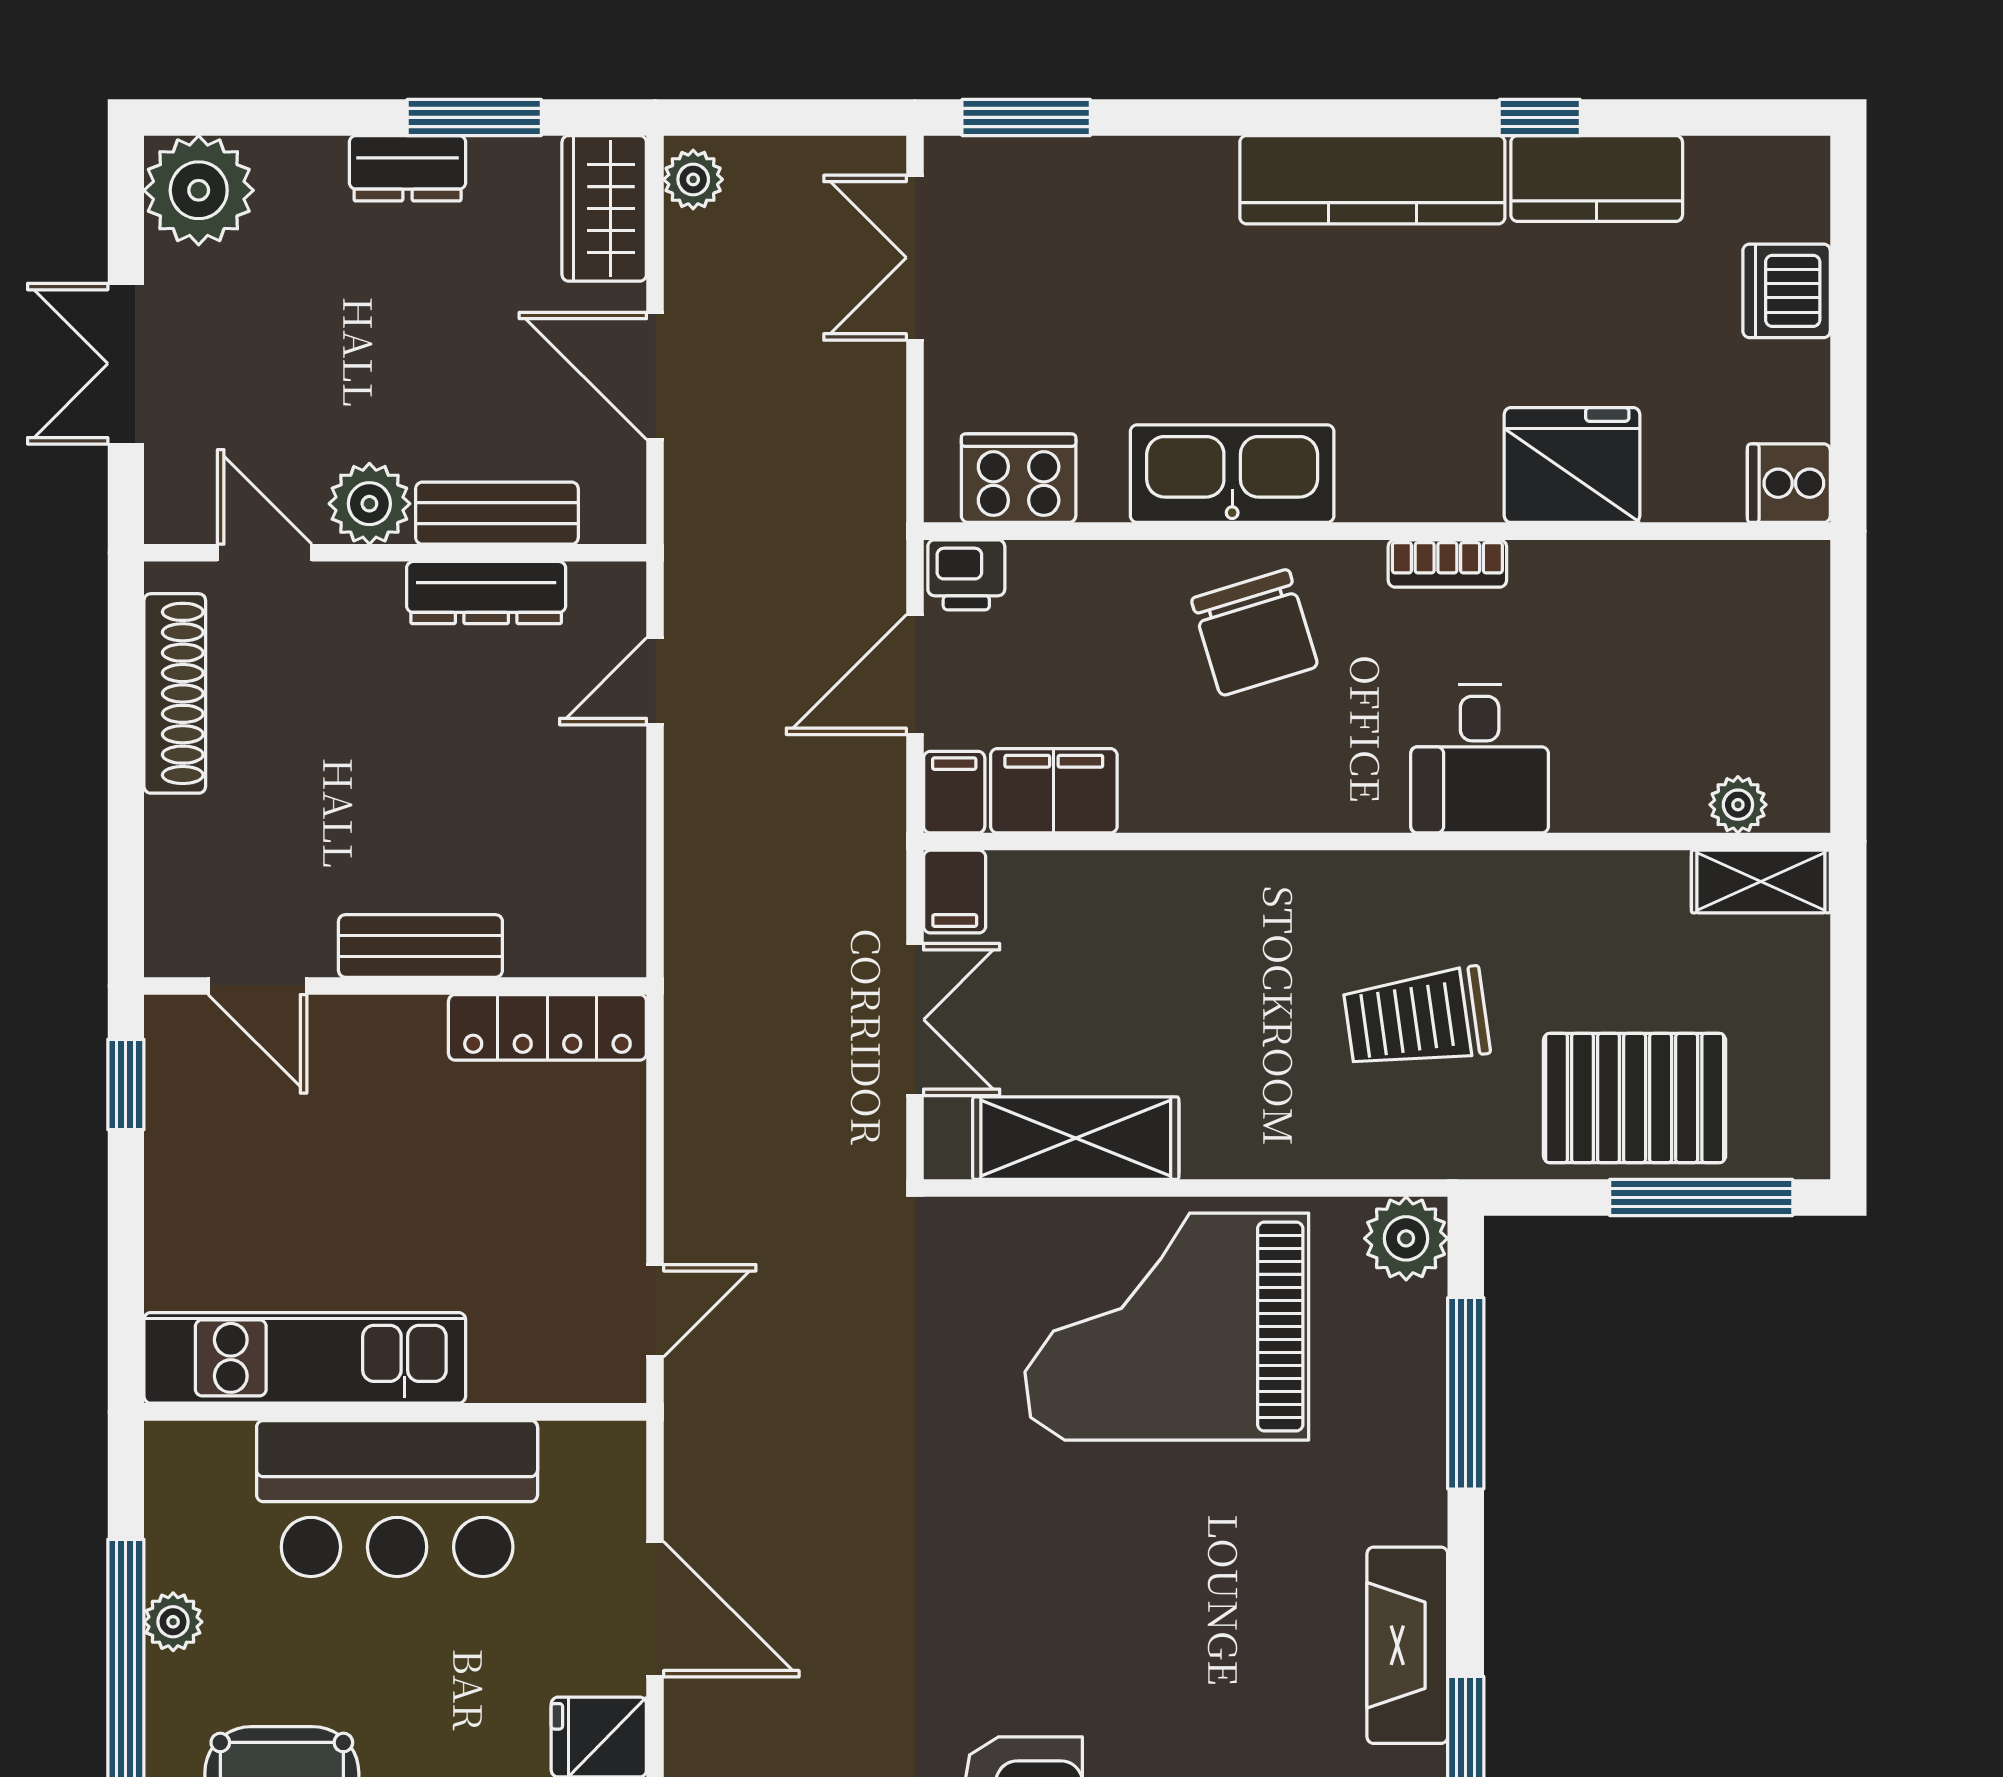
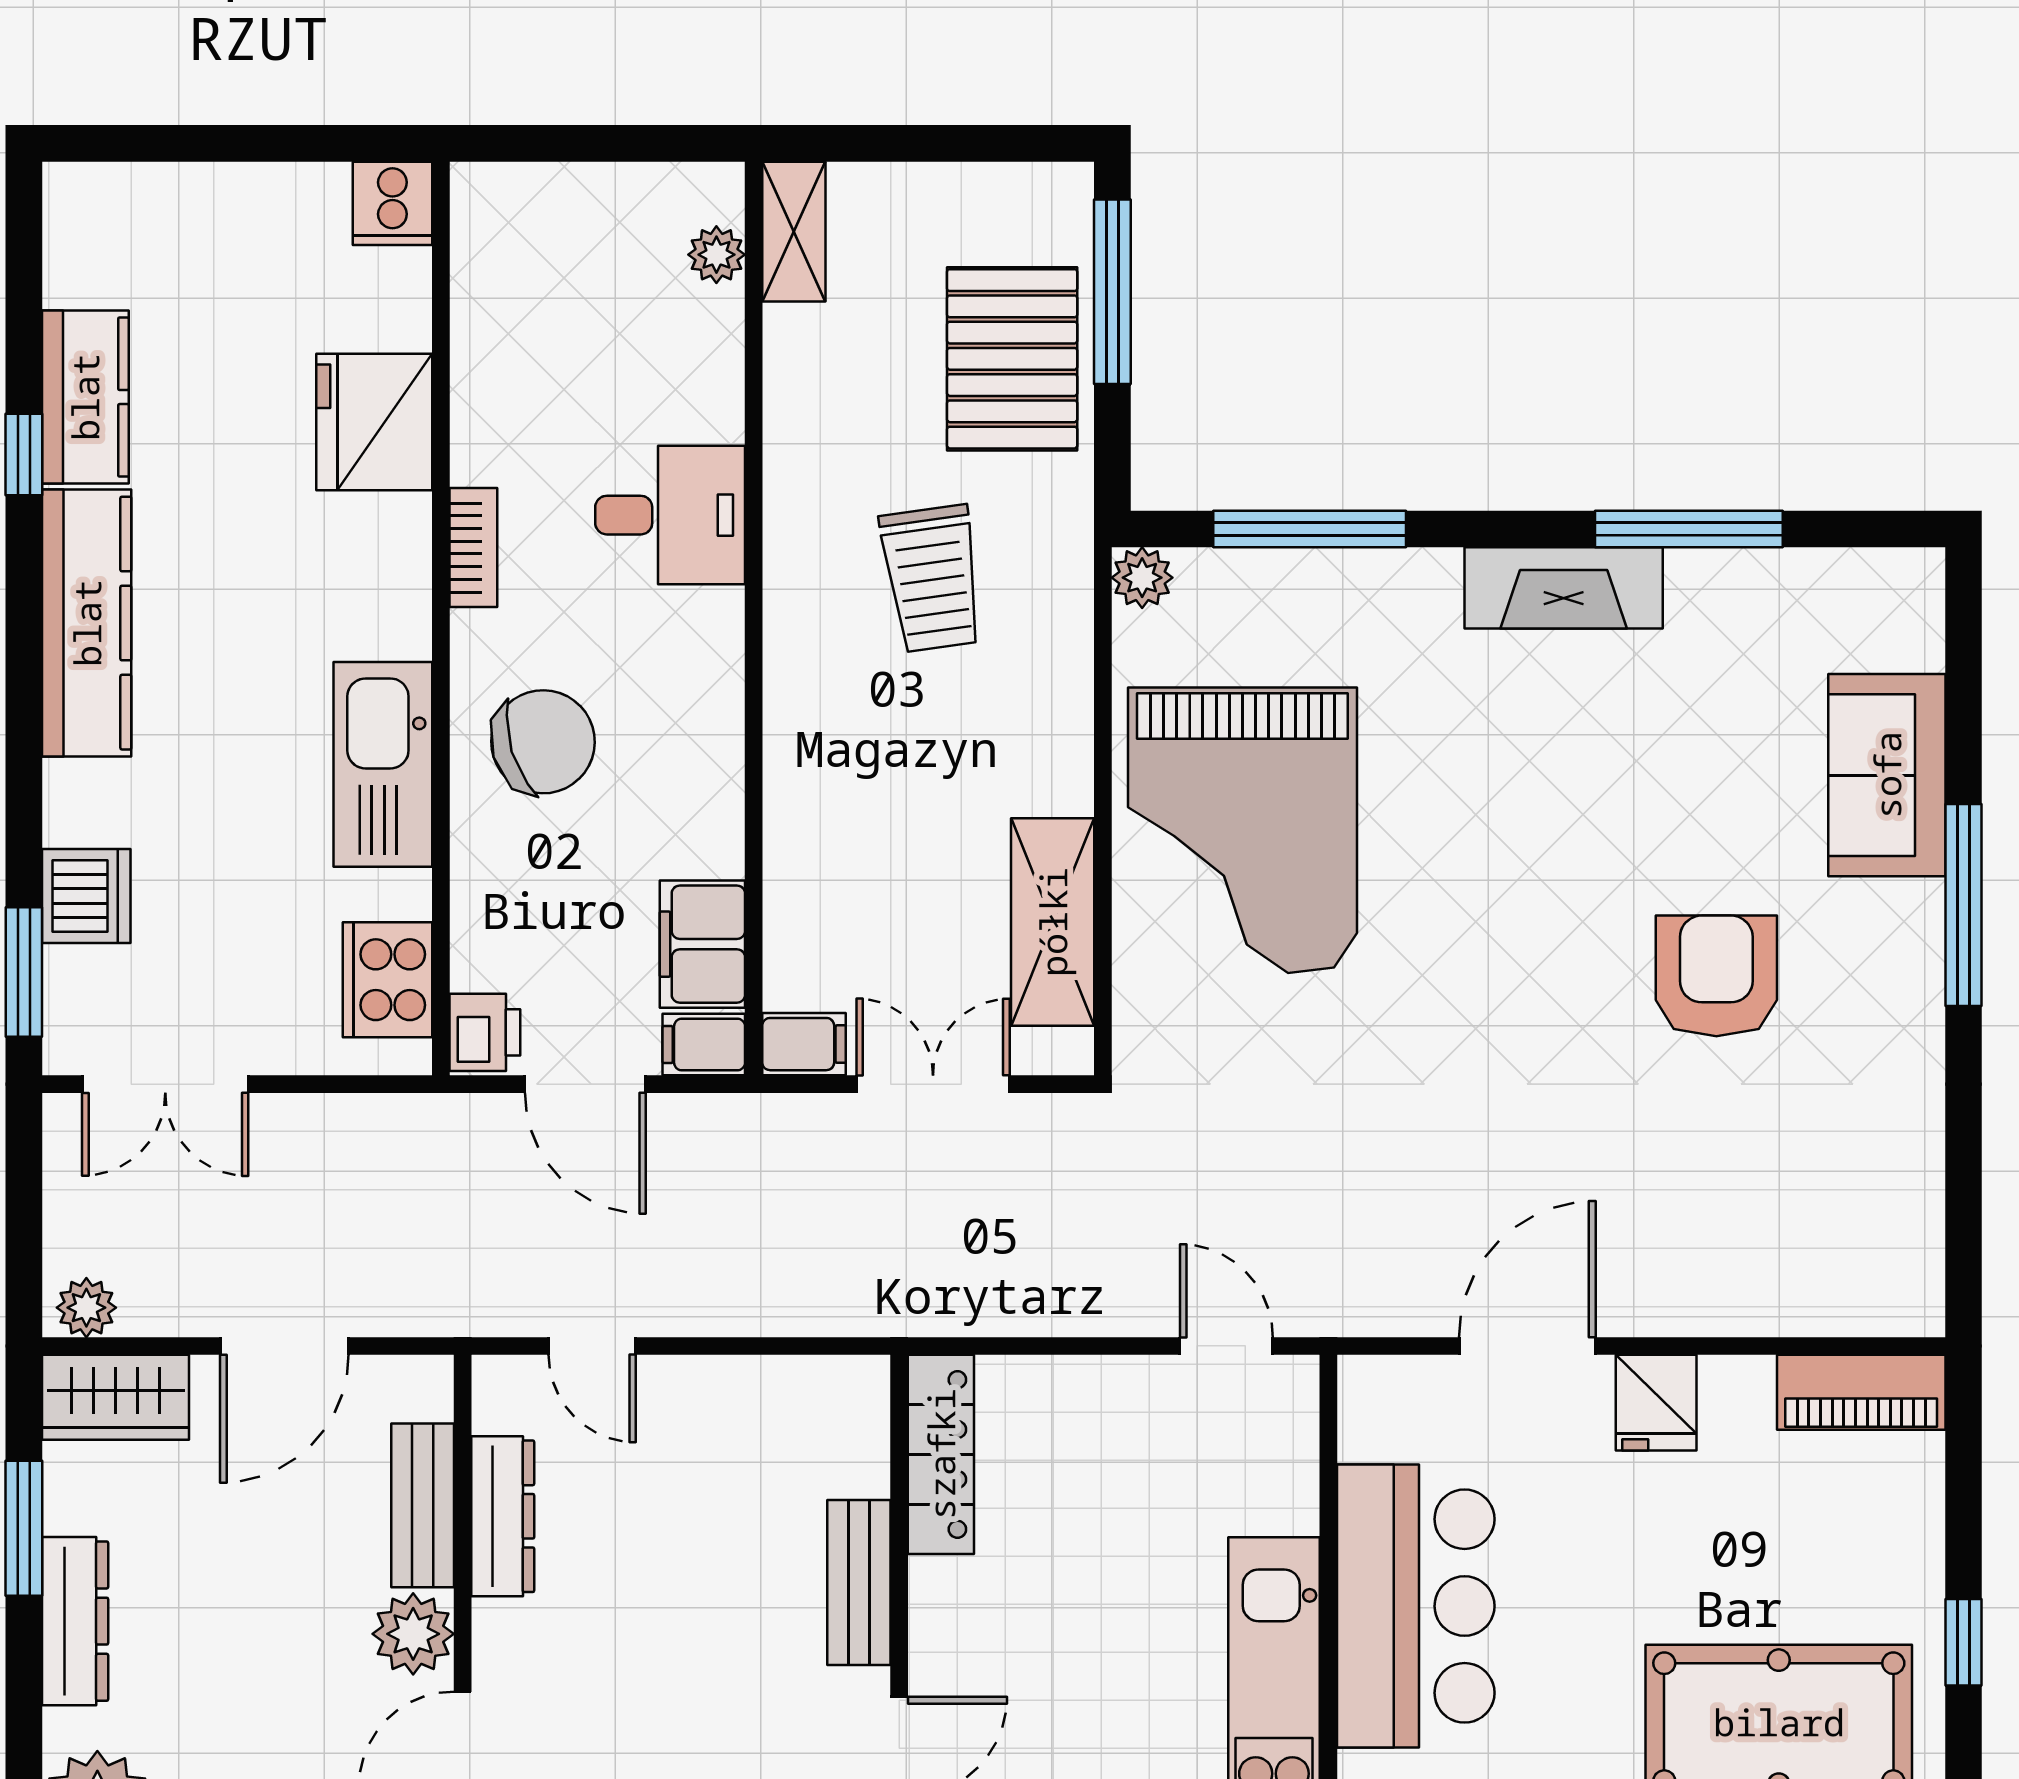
dresser: (408, 168) -> (75, 1621), width x1.44
dishwasher: (1787, 291) -> (86, 896), moved, turned -90
plant: (1406, 1238) -> (1142, 578), width x0.73, depth x0.73

